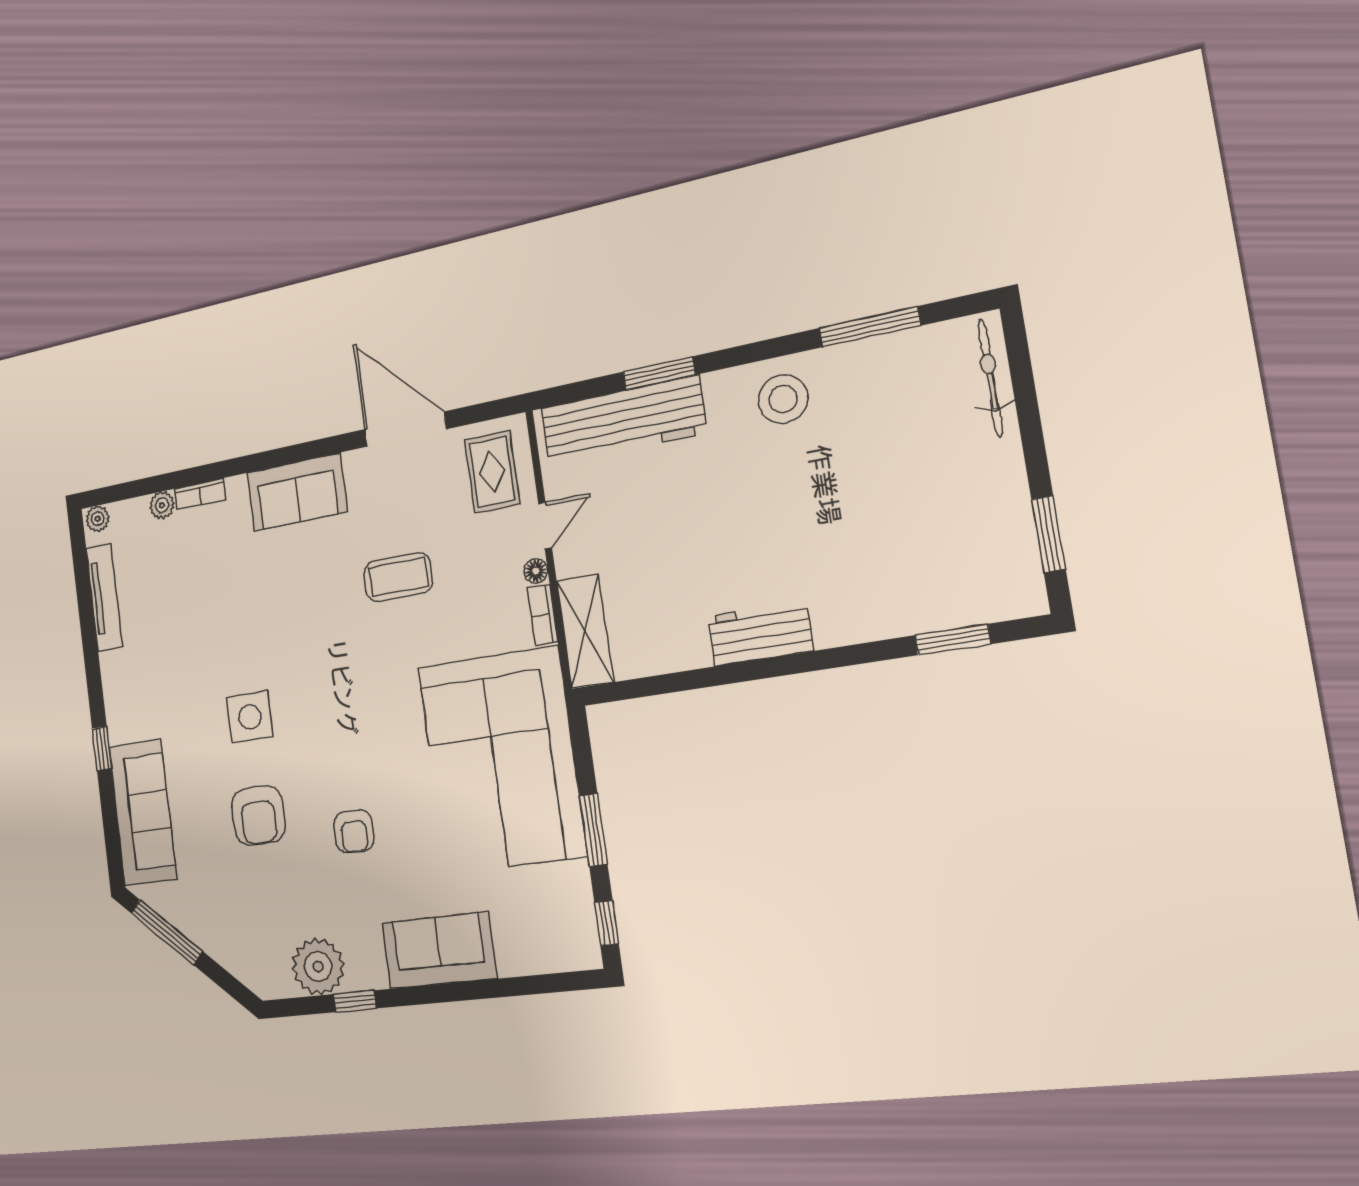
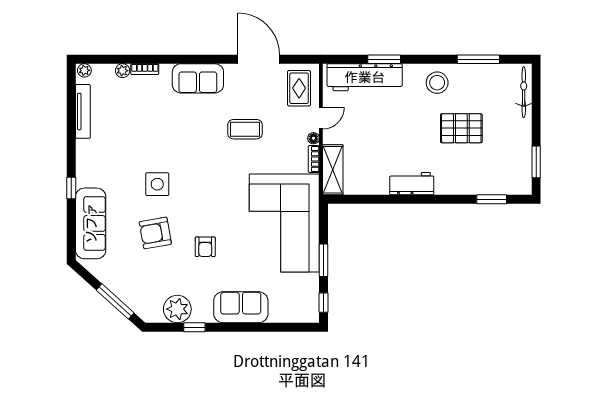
pallet: (855, 489) -> (461, 128), added
armchair: (258, 816) -> (155, 233), turned 80
window: (167, 932) -> (115, 301), moved

